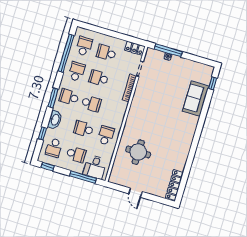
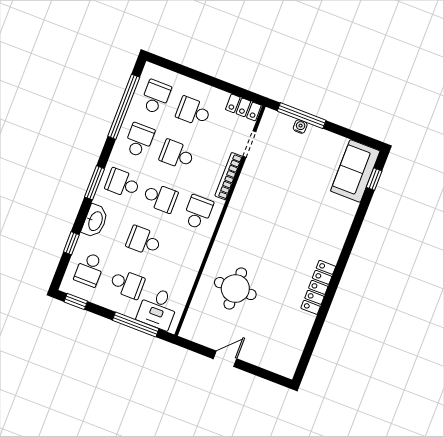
sofa: (196, 99) -> (355, 171), moved
school desk: (106, 135) -> (198, 212), moved
locker: (174, 185) -> (318, 287), moved
door: (135, 193) -> (225, 359), swing flipped

